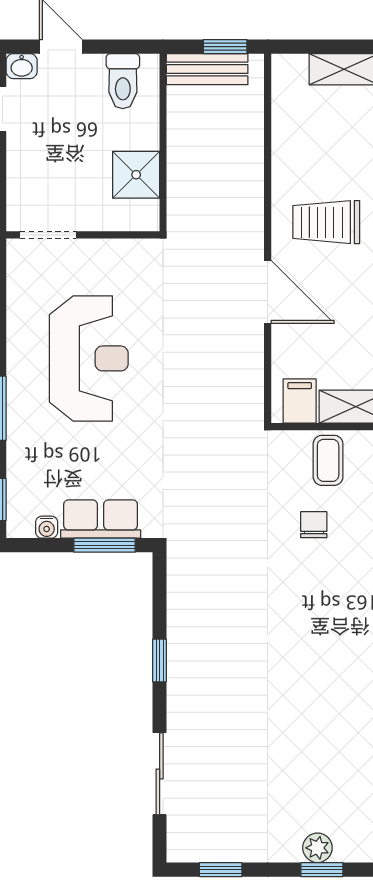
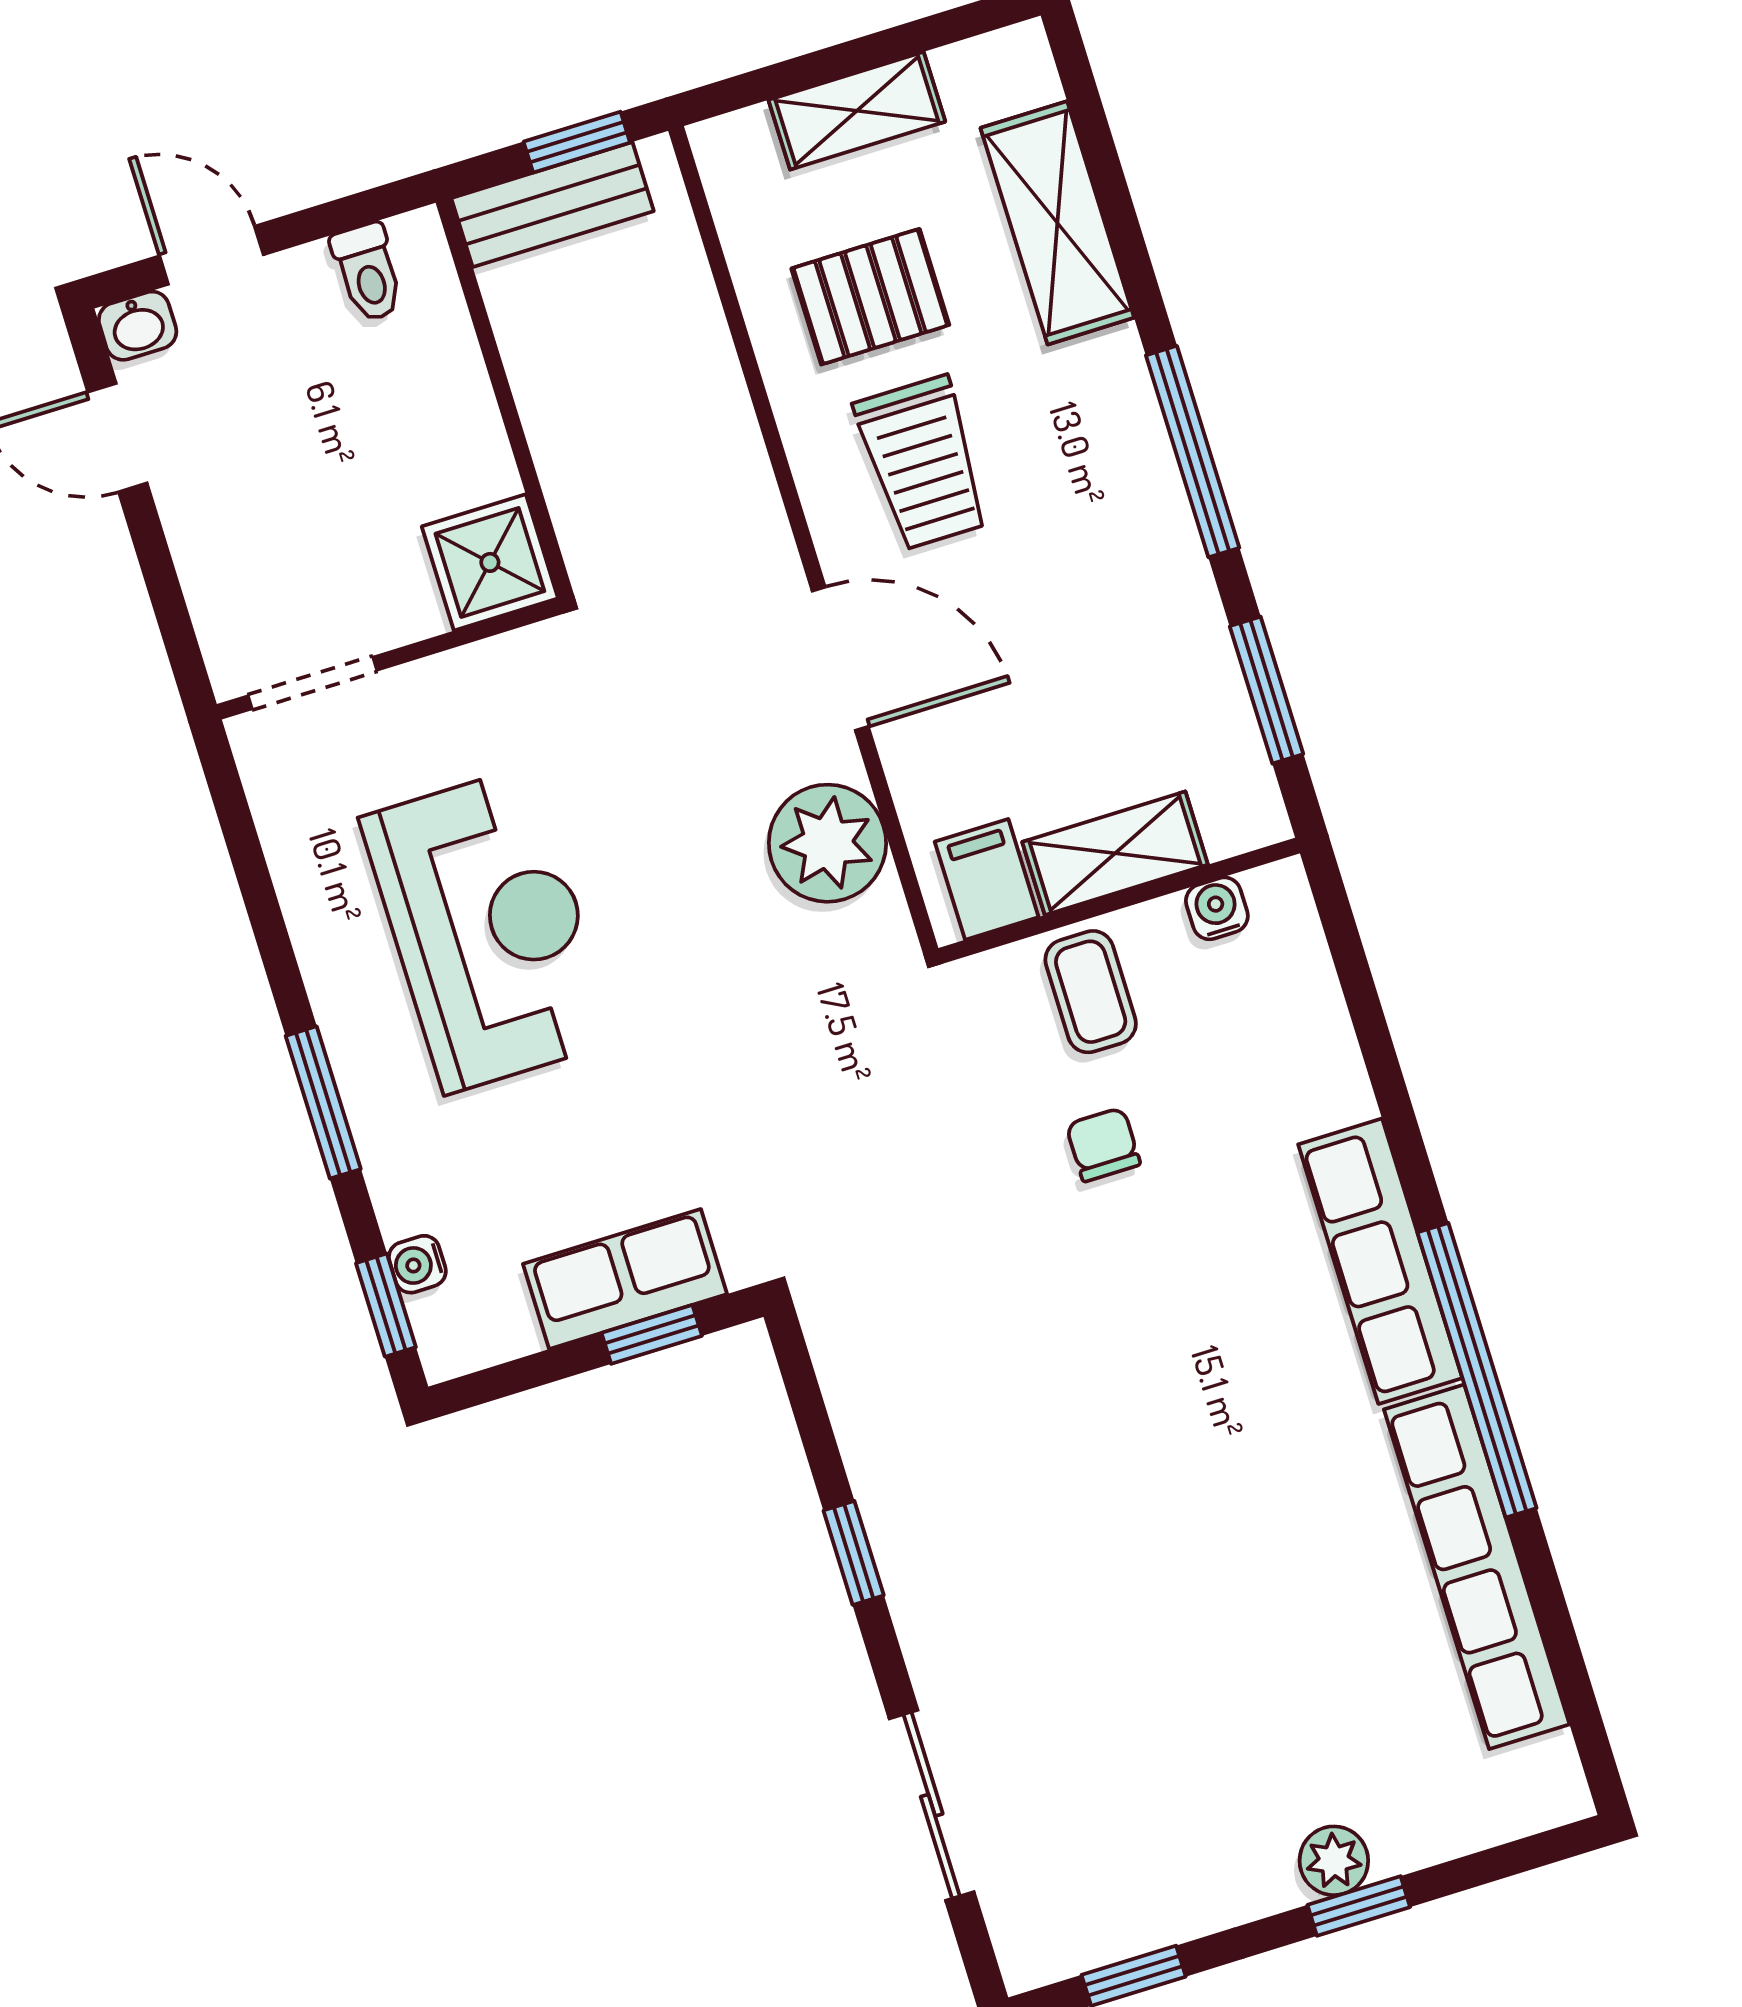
toilet: (123, 81) -> (368, 272), width x0.73, depth x0.72
pallet: (326, 147) -> (870, 297), added
shower: (136, 175) -> (490, 562), moved
trolley: (326, 222) -> (923, 463), turned -90
plant: (239, 366) -> (827, 843), added
water cooler: (47, 527) -> (417, 1264), moved, turned 90
window: (104, 545) -> (652, 1334), width x0.67

